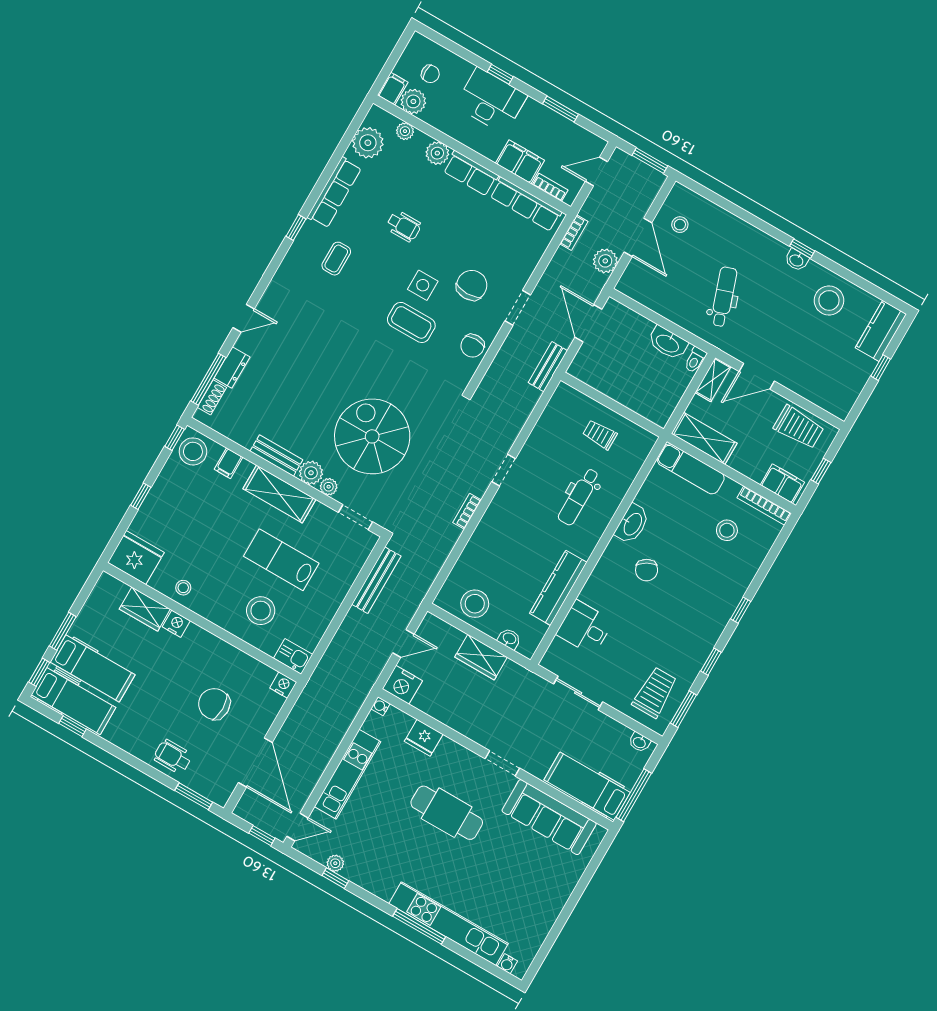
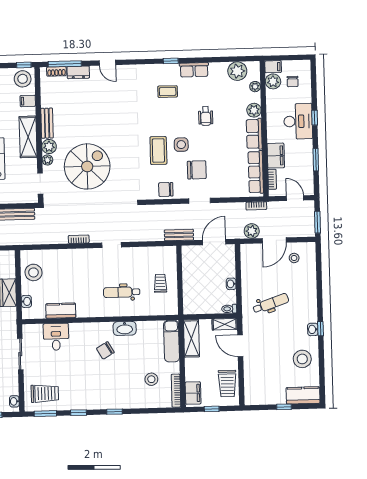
row of seats: (334, 193) -> (194, 70), width x0.68
washbasin: (668, 343) -> (231, 284), width x0.52, depth x0.69
kitchen counter: (558, 588) -> (61, 311), width x0.67

